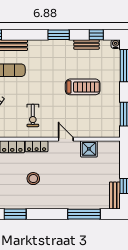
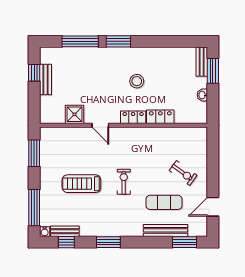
bench: (86, 44) -> (65, 231), moved
exercise bike: (33, 116) -> (124, 182), moved
bench: (115, 195) -> (45, 79), moved
window: (15, 214) -> (118, 41), moved

